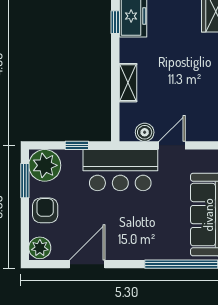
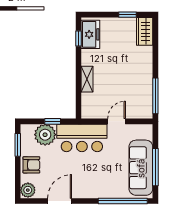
boiler: (145, 132) -> (98, 112), removed
plant: (45, 165) -> (45, 135), moved
armchair: (45, 210) -> (31, 165), turned 90

